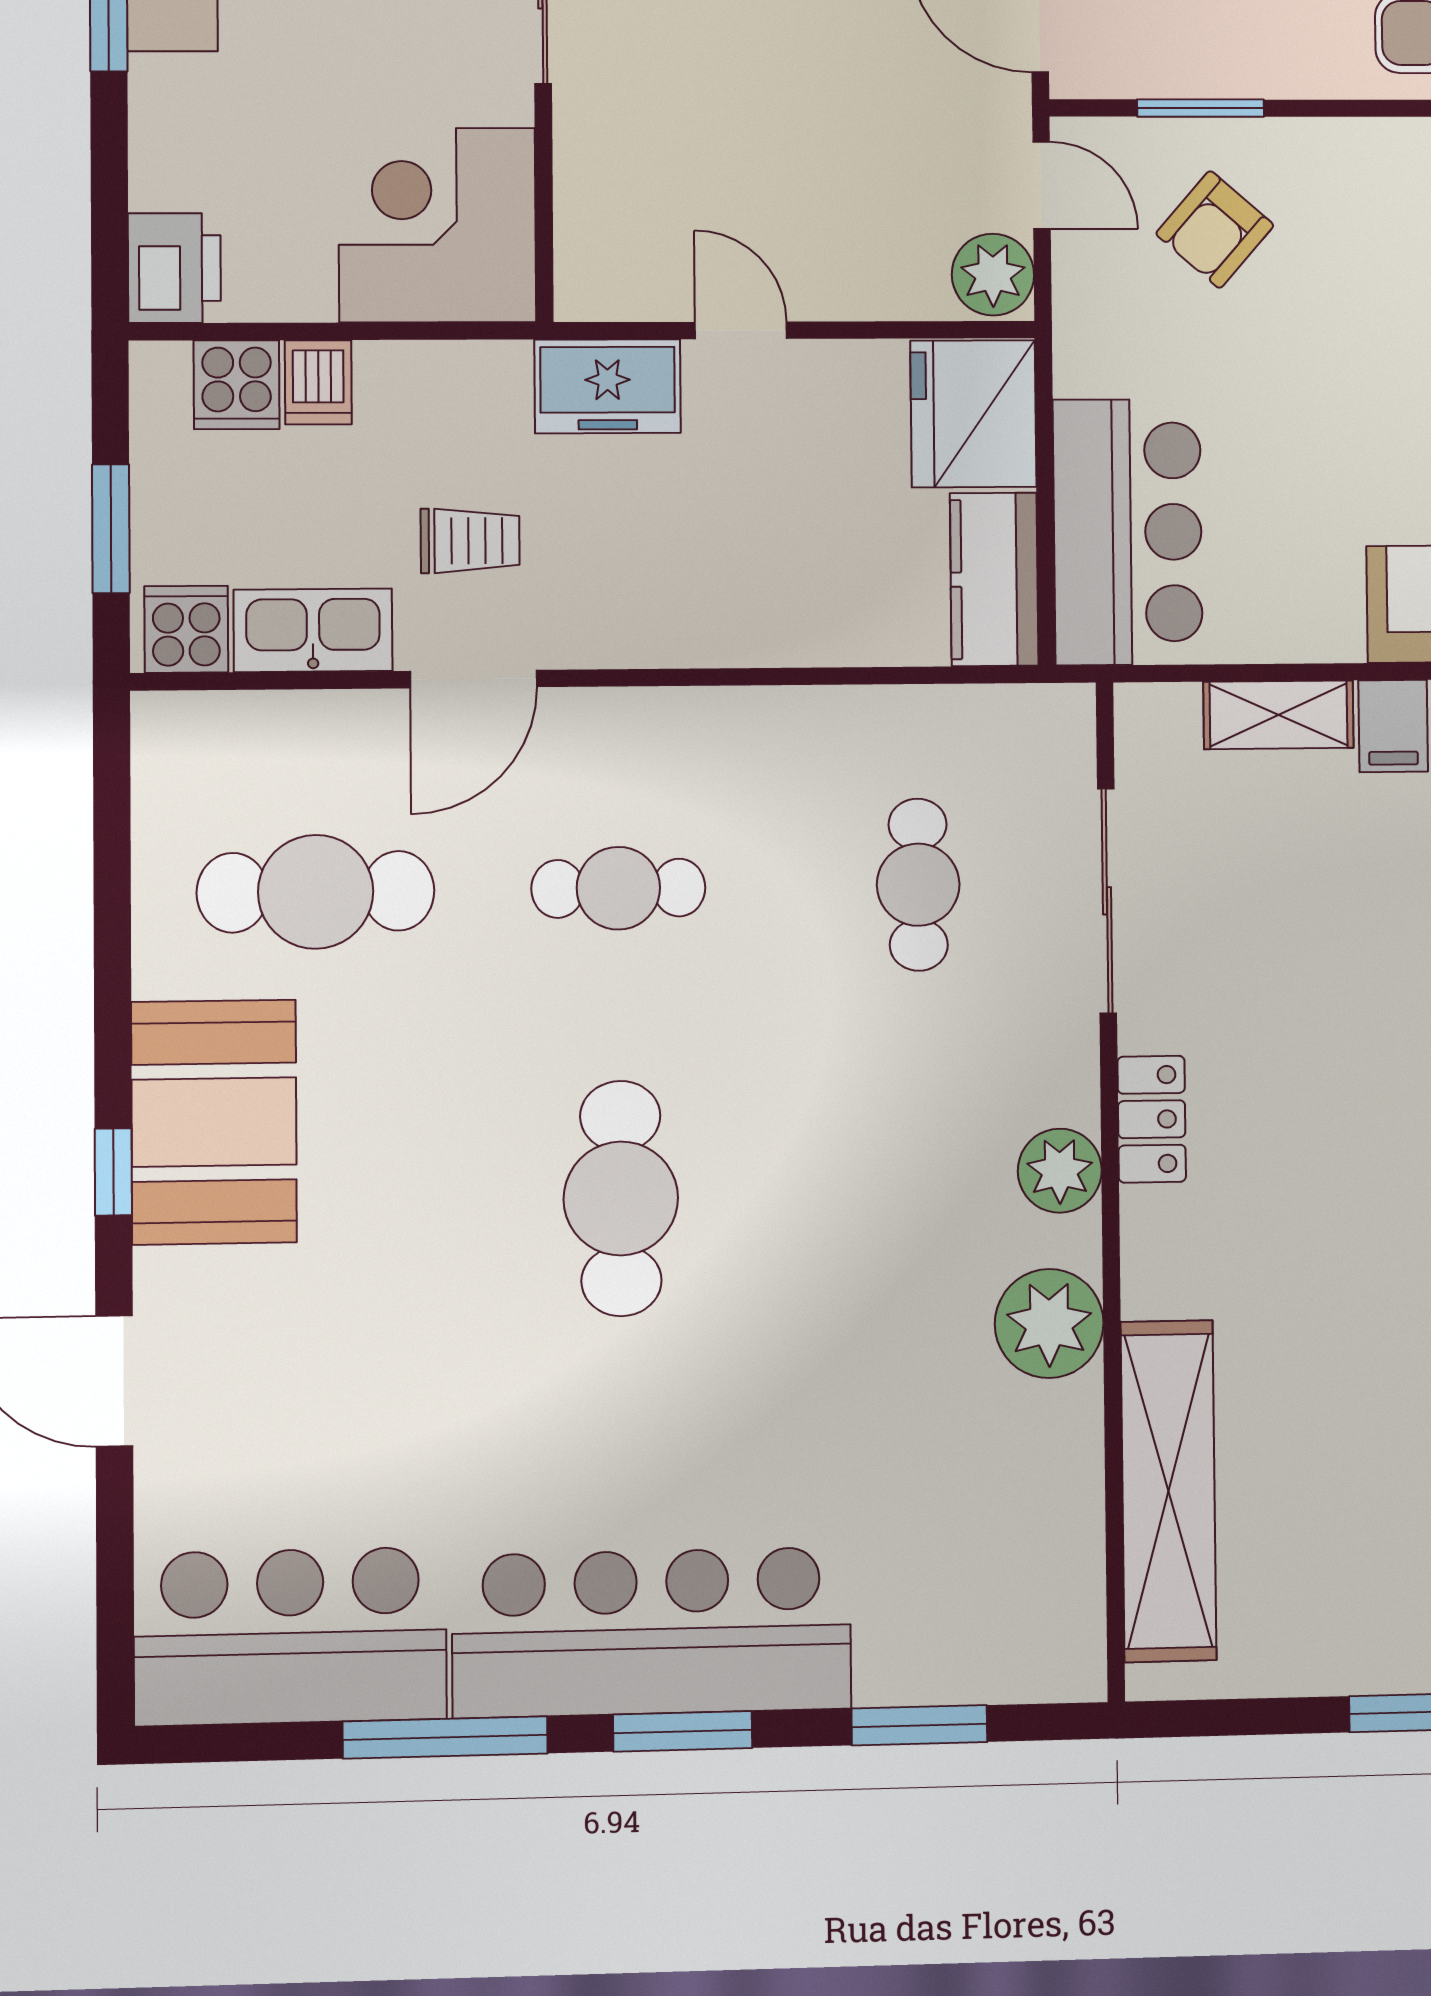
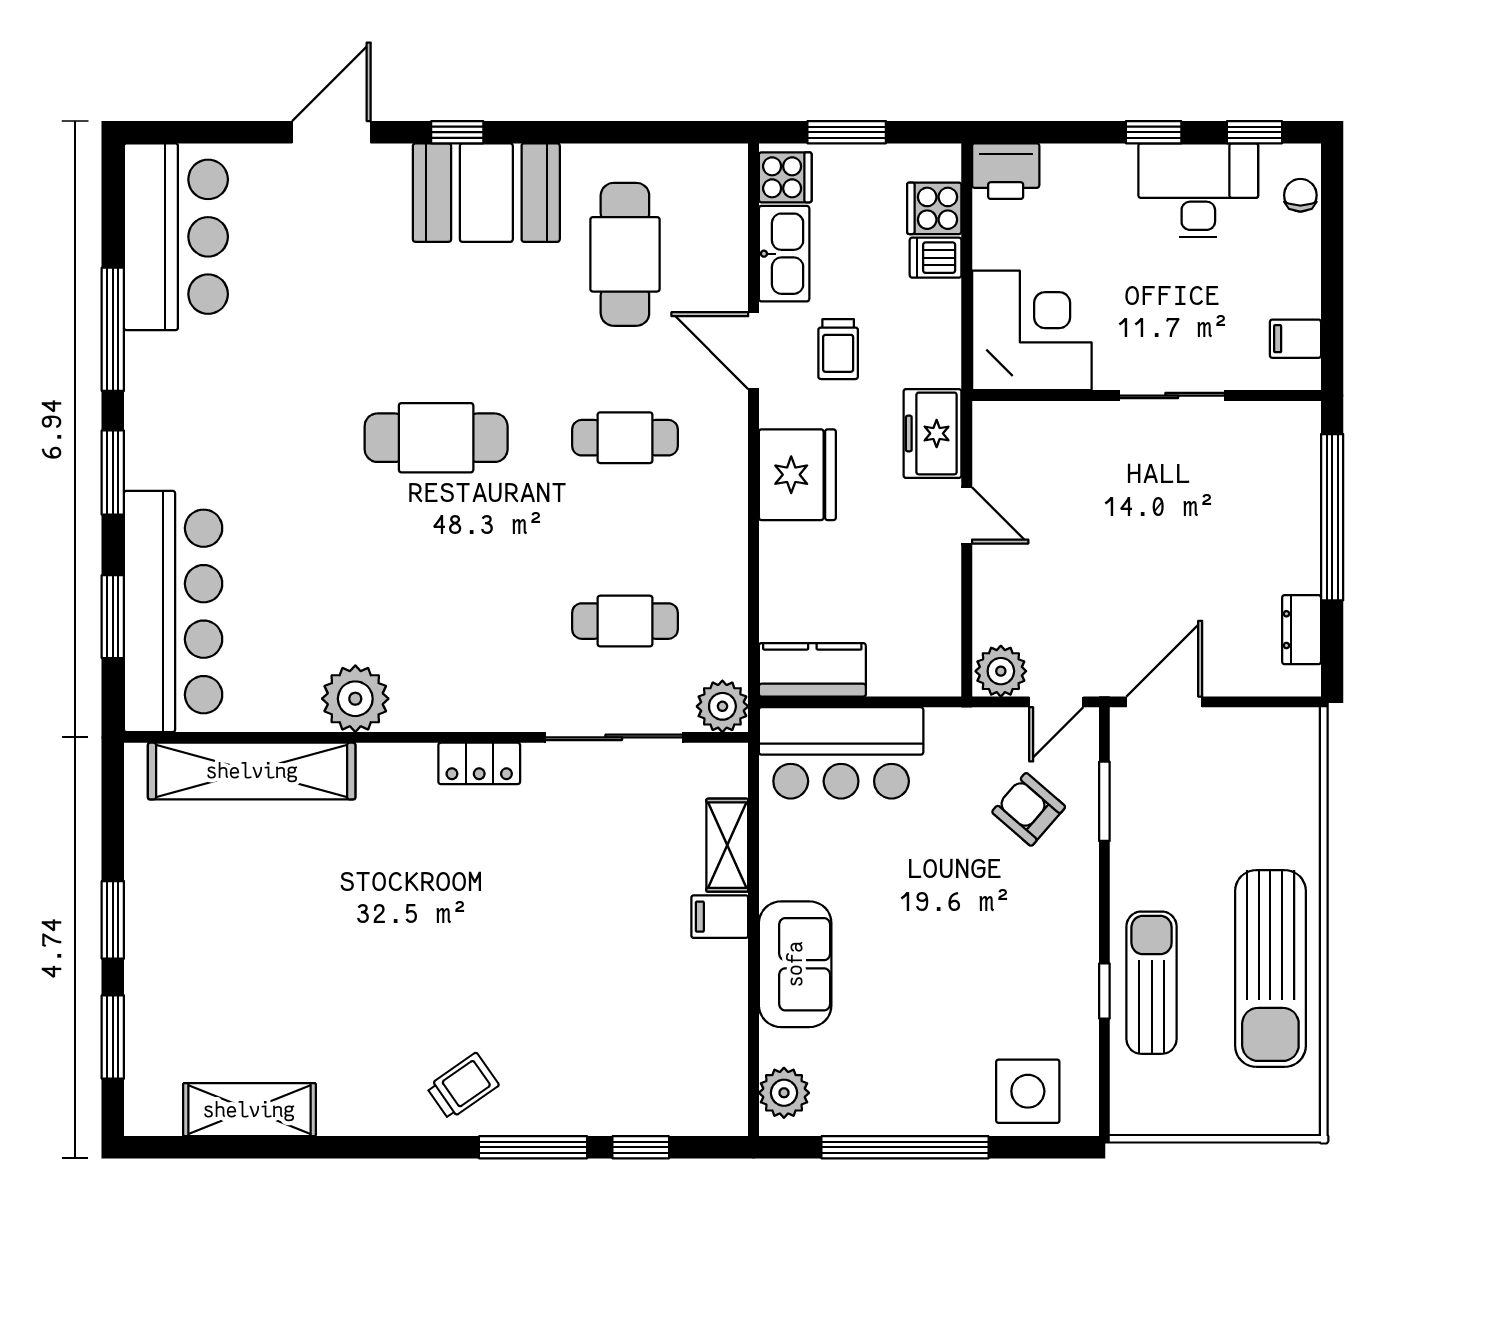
door: (741, 330) -> (967, 515), hinge flipped
fridge: (973, 414) -> (797, 475), moved, turned 90
cafe table: (618, 888) -> (625, 438), turned 90
plant: (1060, 1171) -> (722, 706), moved
bar counter: (652, 1632) -> (173, 611), moved

